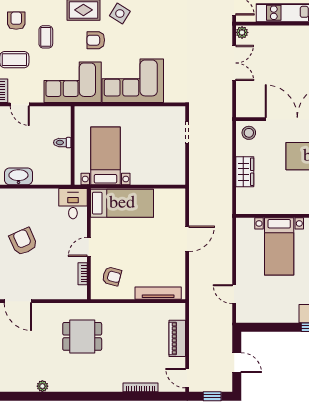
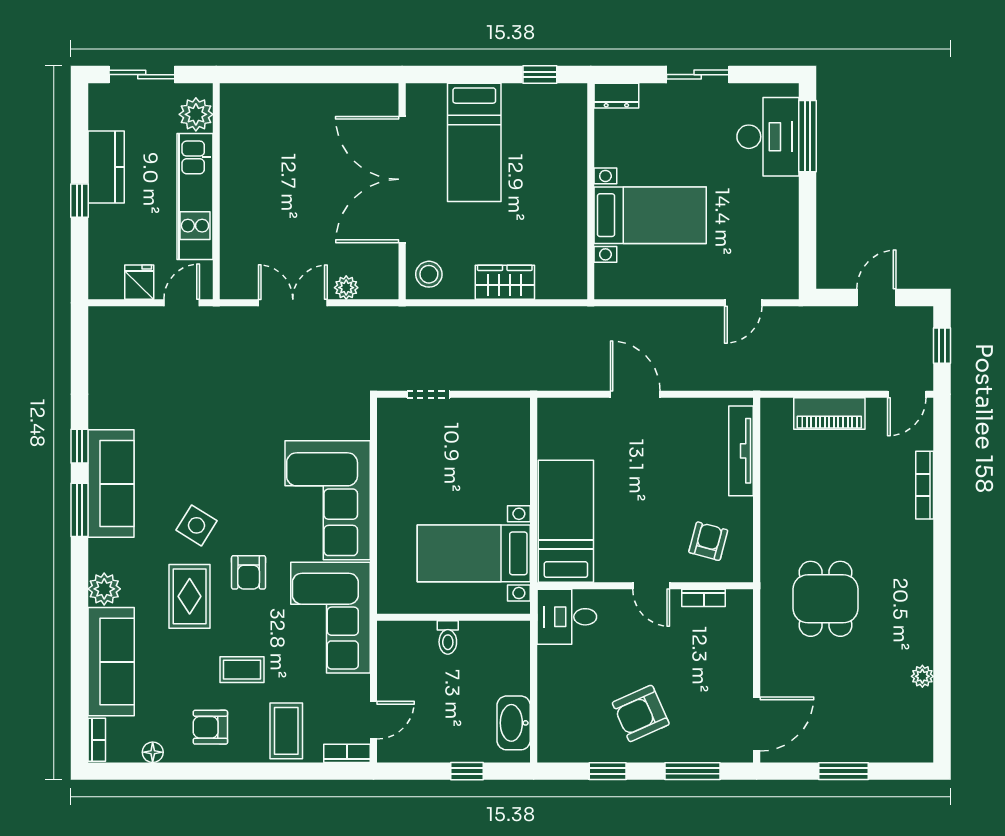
plant: (242, 32) -> (346, 288), moved

